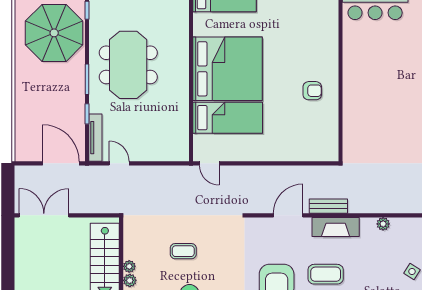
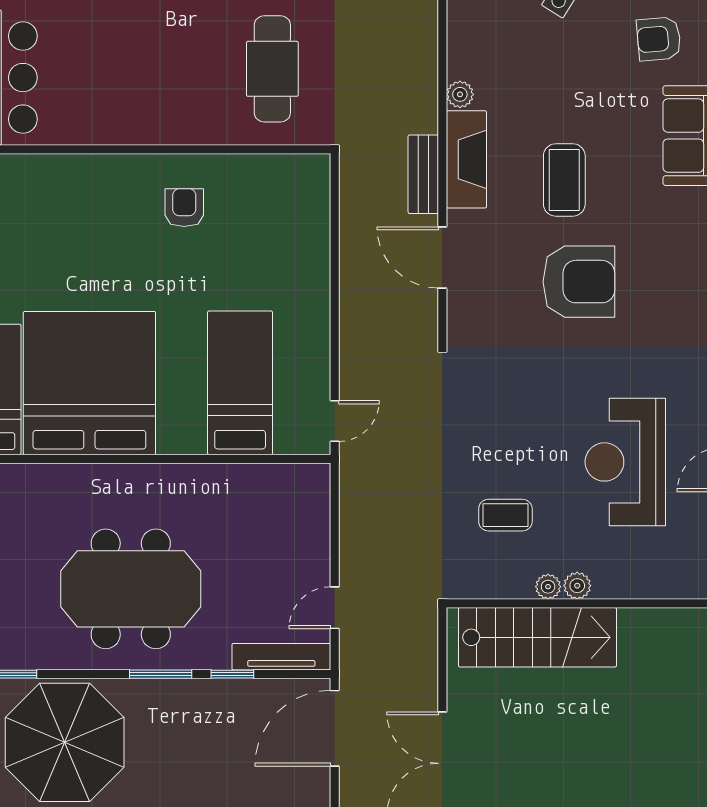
bed: (228, 69) -> (89, 383), moved
cafe table: (379, 133) -> (272, 69), added
plant: (383, 224) -> (460, 94), moved
coffee table: (183, 251) -> (505, 515), moved, turned 90

